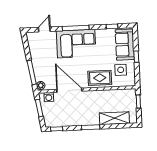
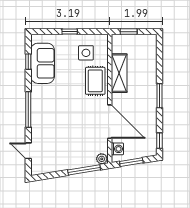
corner sofa: (76, 44) -> (49, 110), removed
sofa: (125, 45) -> (43, 63), moved, turned -90
door: (69, 90) -> (110, 122), swing flipped
shelving: (114, 118) -> (119, 73), moved

